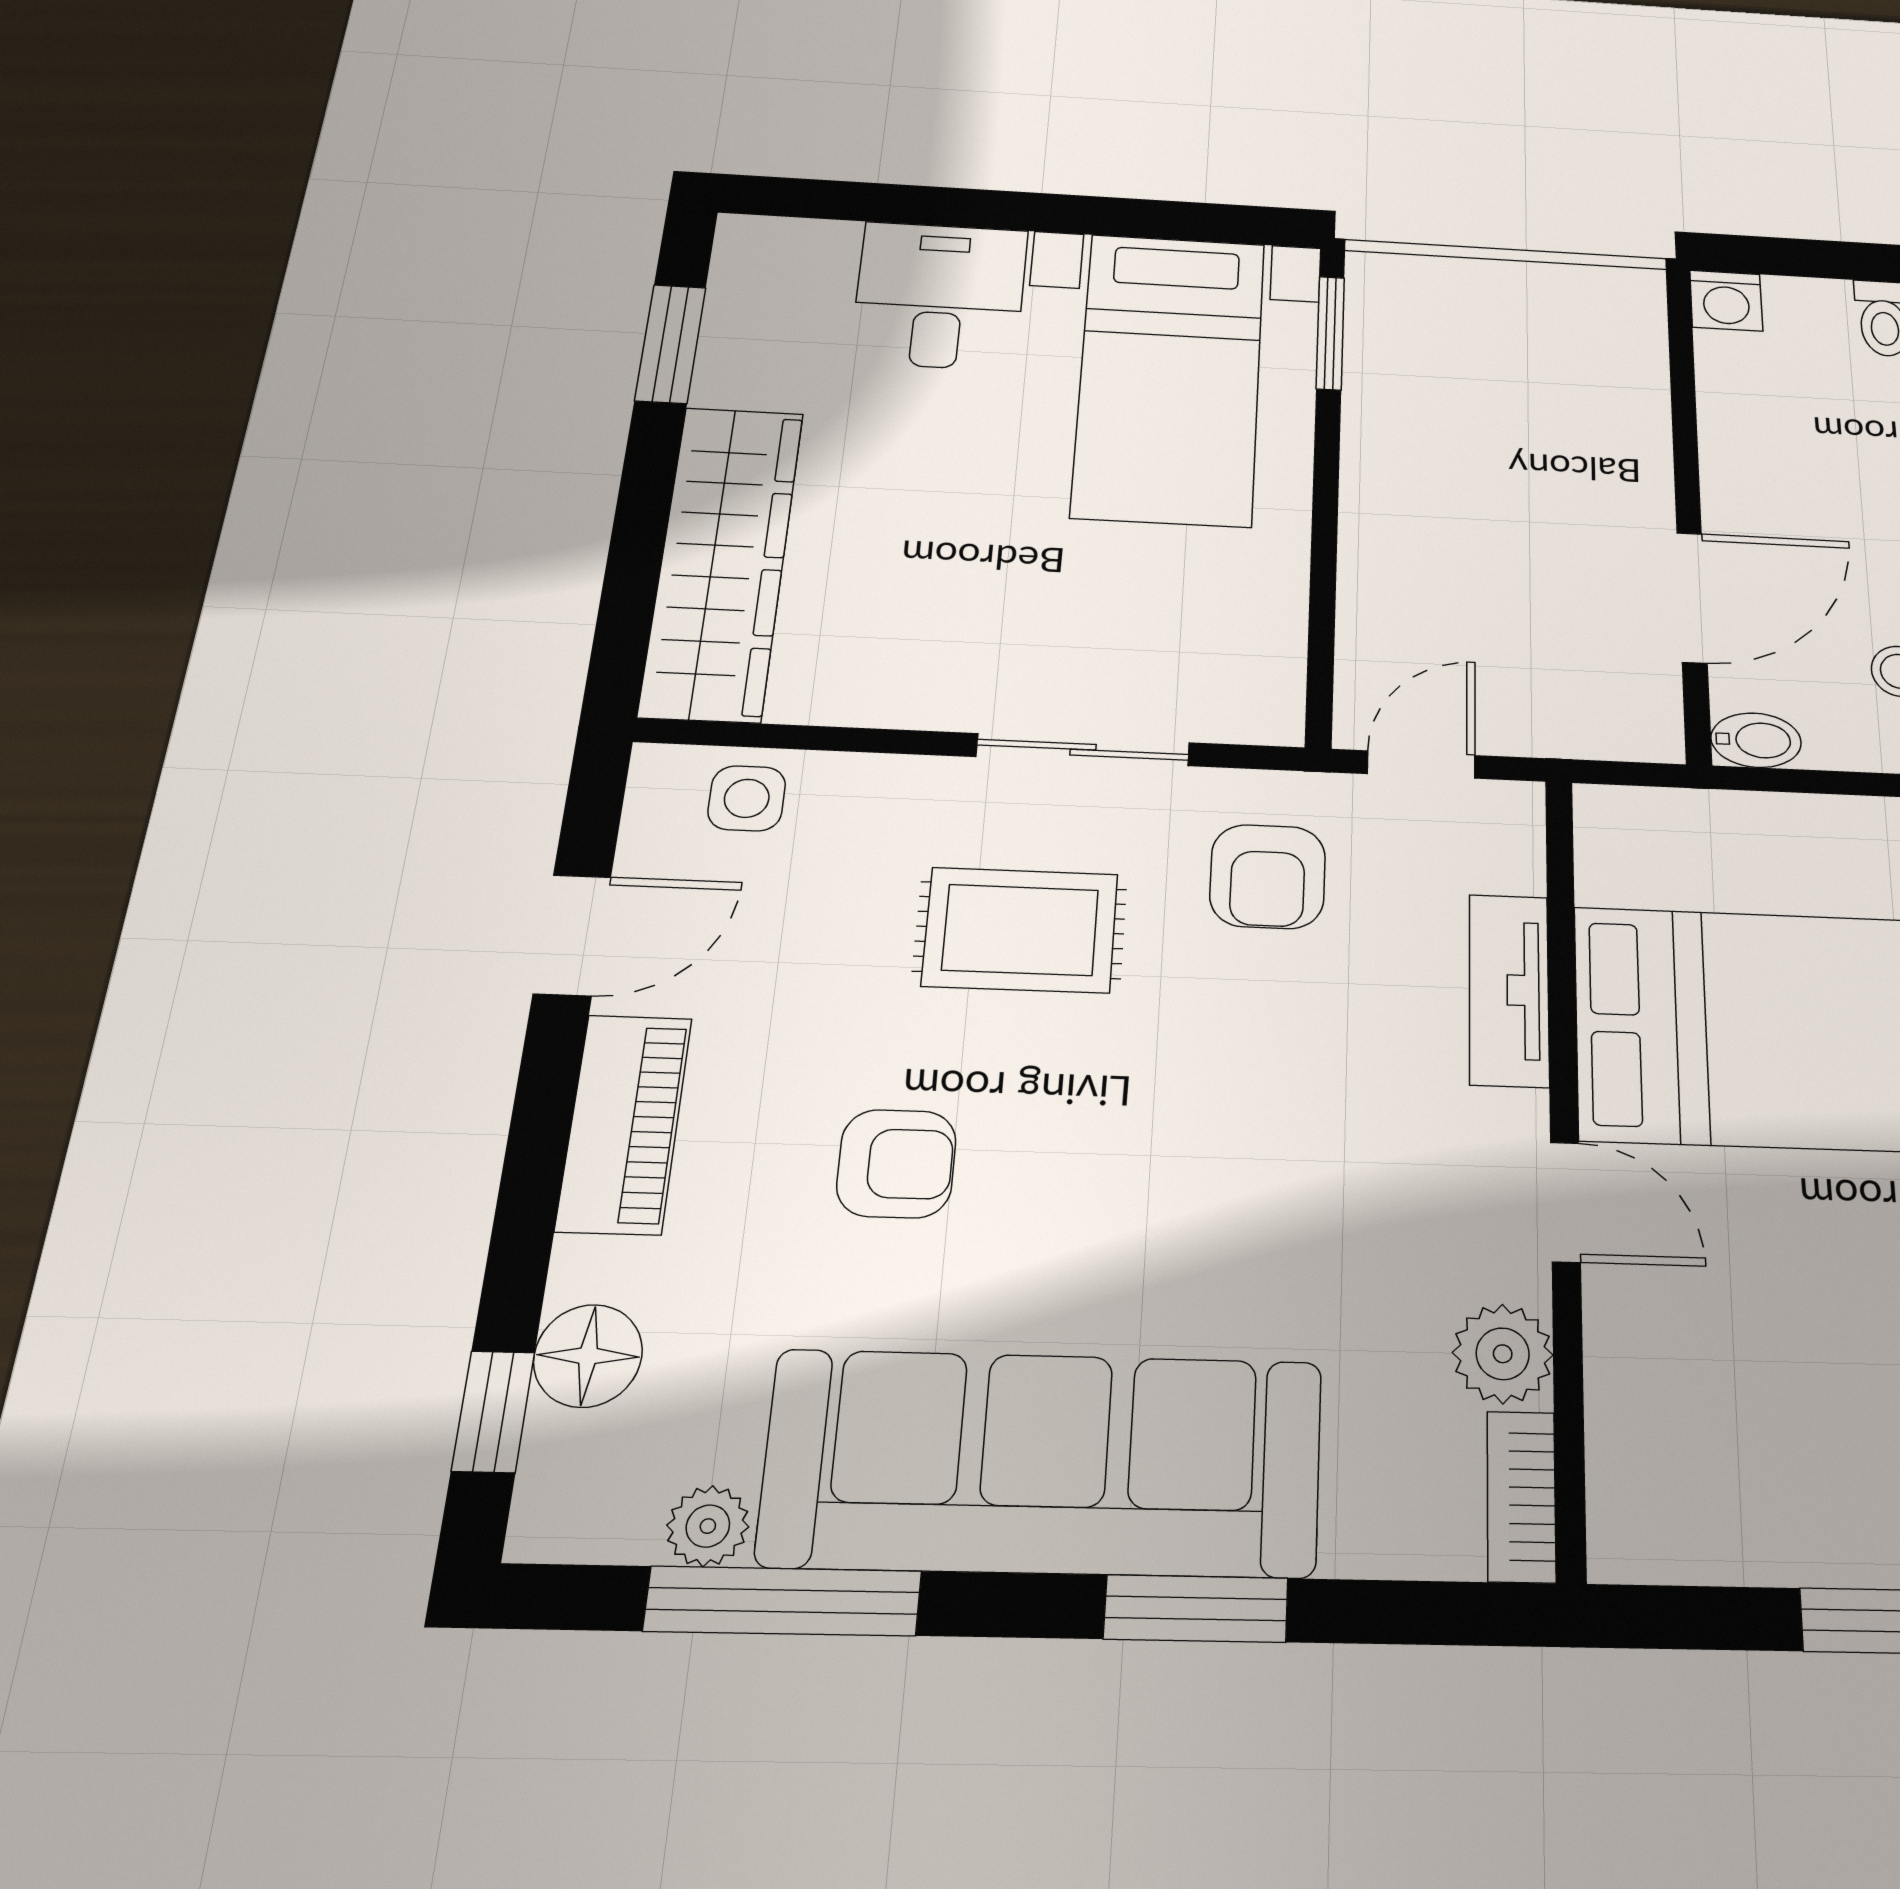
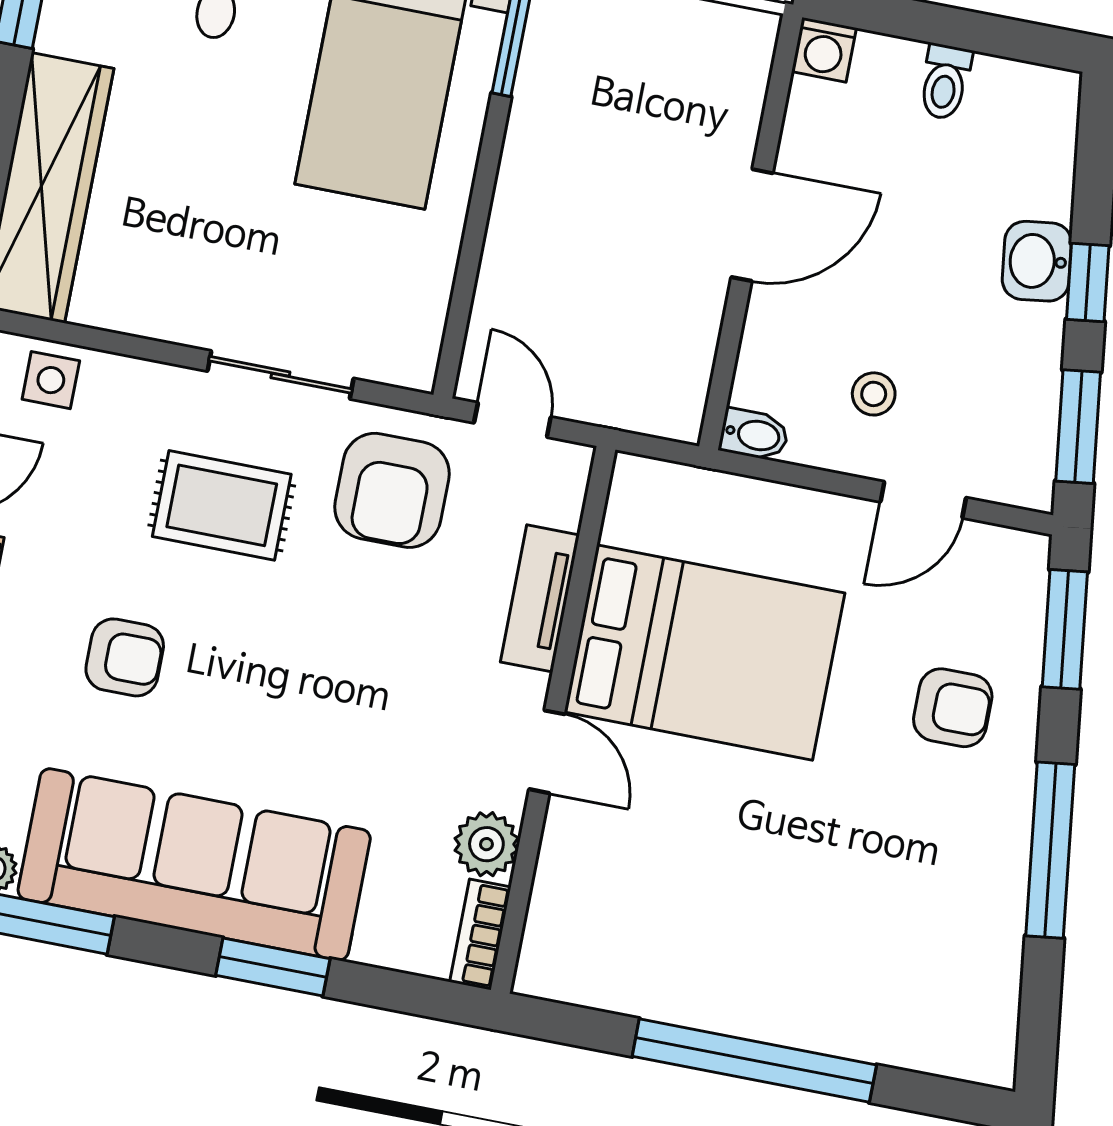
door: (1692, 597) -> (752, 225), moved
door: (1421, 764) -> (512, 420), hinge flipped
armchair: (1268, 876) -> (392, 490), width x1.38, depth x1.38

